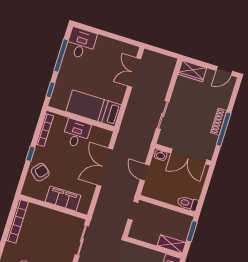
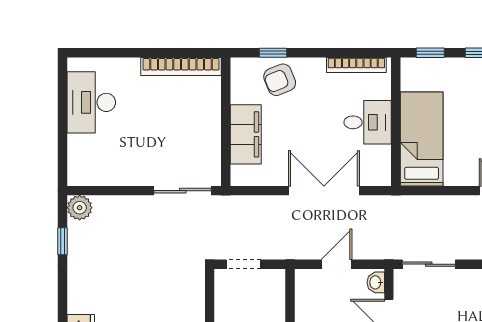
sliding door: (163, 115) -> (429, 264), moved
window: (31, 154) -> (273, 53), moved
armchair: (40, 172) -> (280, 80), turned 118
doorway: (133, 211) -> (243, 264), moved

